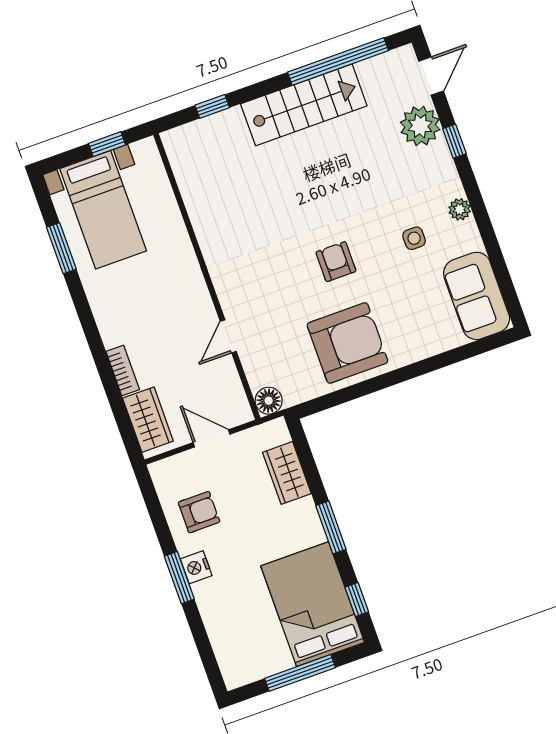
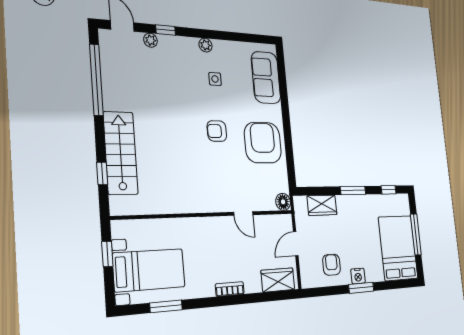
stairs: (304, 105) -> (121, 153), moved
plant: (420, 126) -> (150, 40), width x0.53, depth x0.53
sofa: (477, 296) -> (266, 78), moved, turned 90
bookcase: (123, 371) -> (230, 289), moved
bed: (313, 604) -> (398, 248), moved, turned 90

